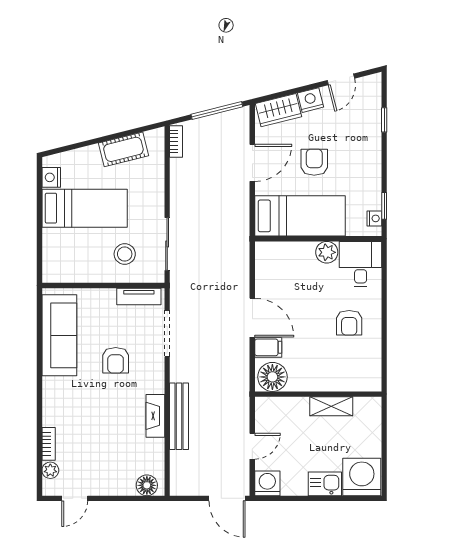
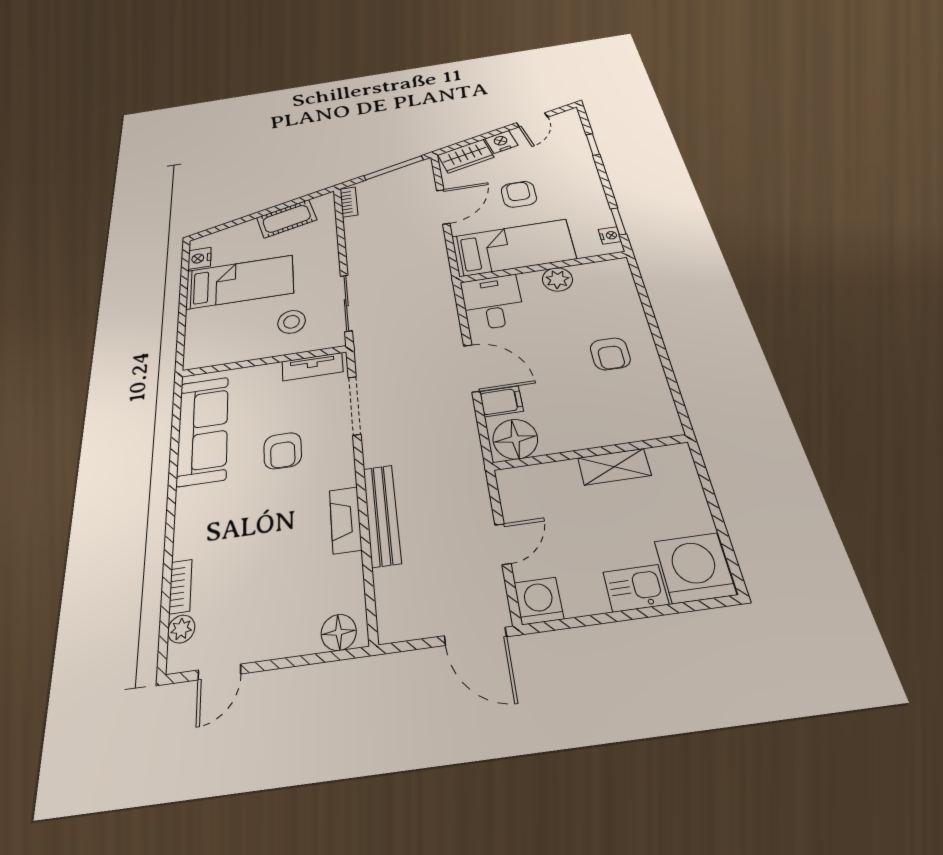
desk: (361, 264) -> (493, 302), moved

